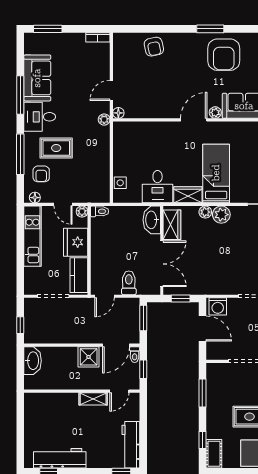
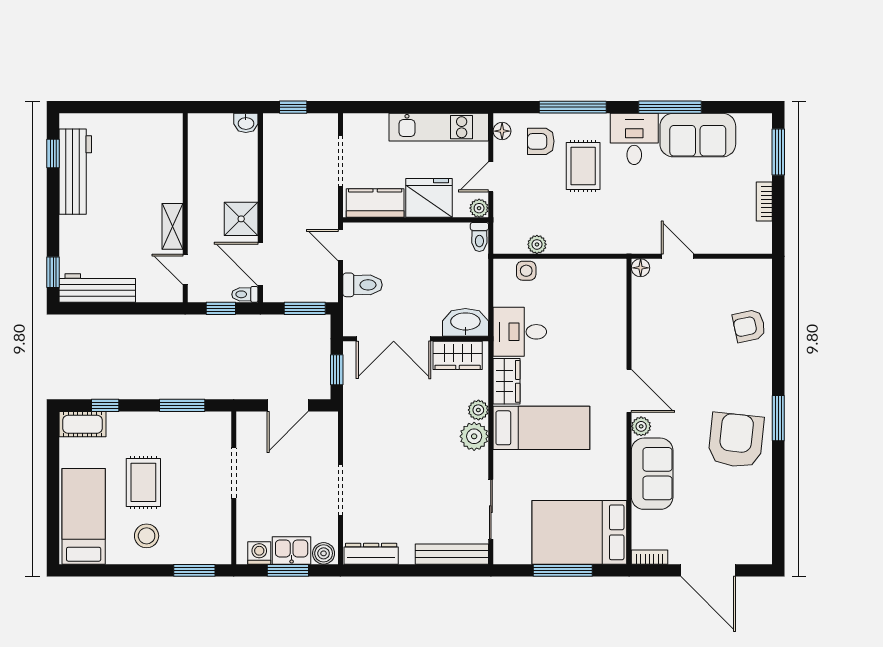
bookcase: (98, 37) -> (764, 202), moved
armchair: (224, 55) -> (736, 440), turned 96
plant: (104, 120) -> (537, 244), moved
washing machine: (218, 306) -> (324, 430), removed
washbasin: (33, 361) -> (246, 123), width x0.52, depth x0.69

